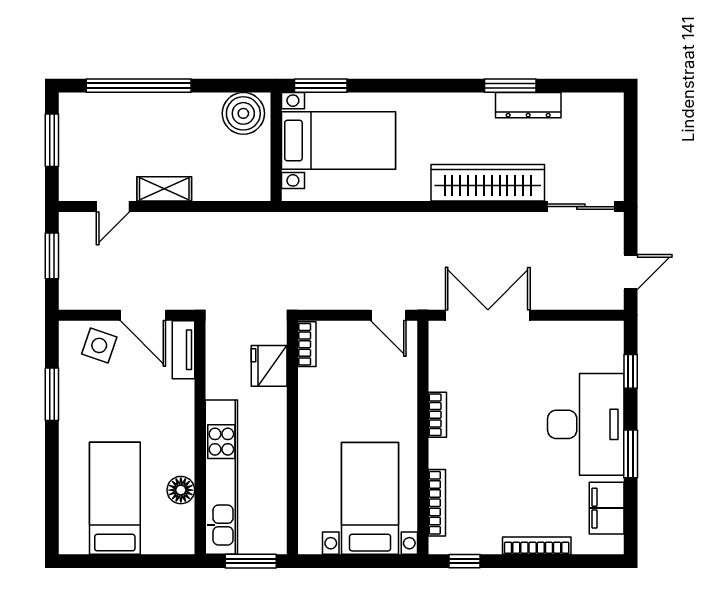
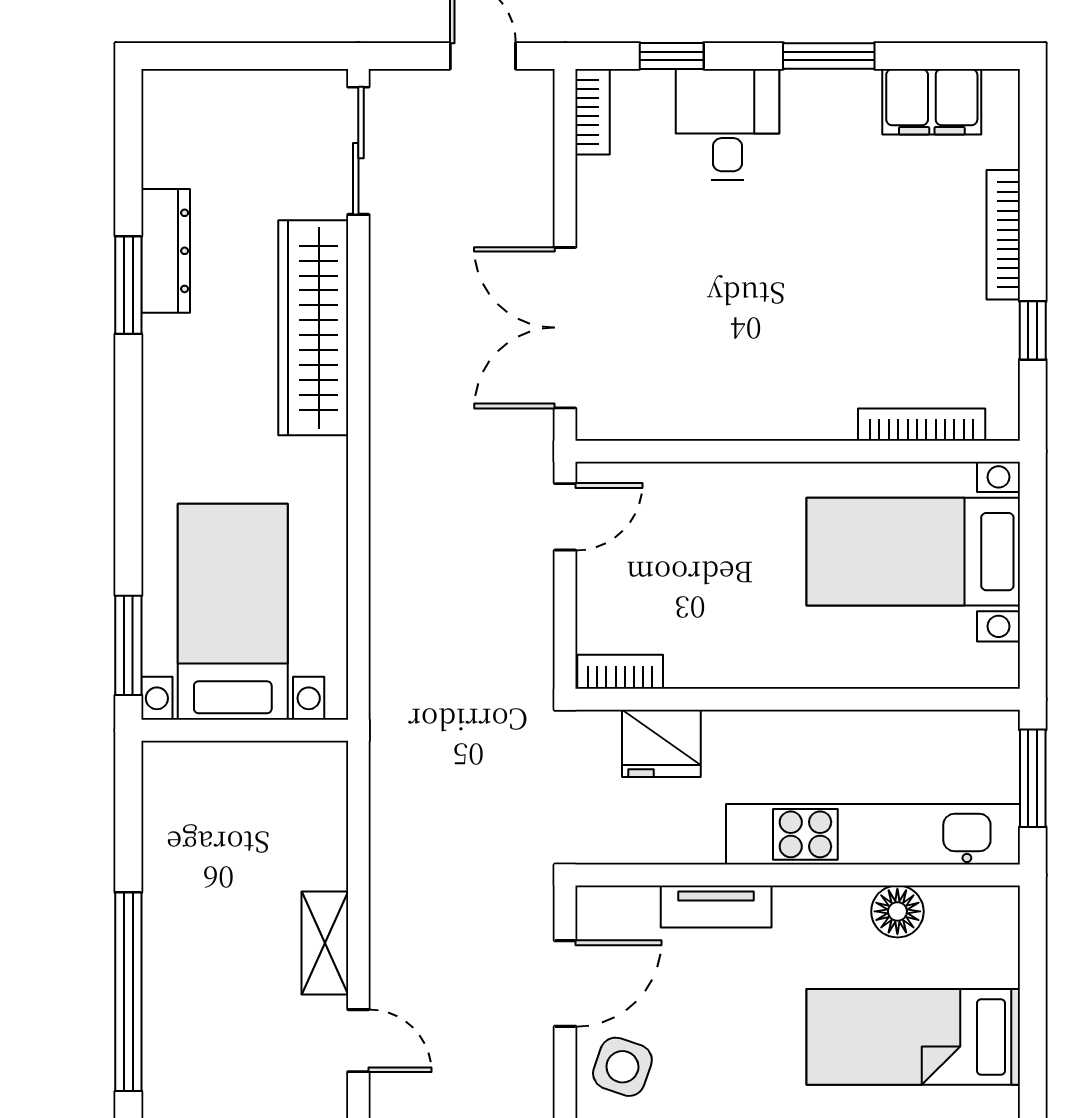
boiler: (243, 113) -> (181, 793), removed
tv unit: (183, 350) -> (716, 906), moved
bookcase: (437, 415) -> (593, 112), moved, turned 90
desk: (586, 424) -> (728, 125), width x0.53, depth x0.77
window: (465, 561) -> (1033, 330), moved

